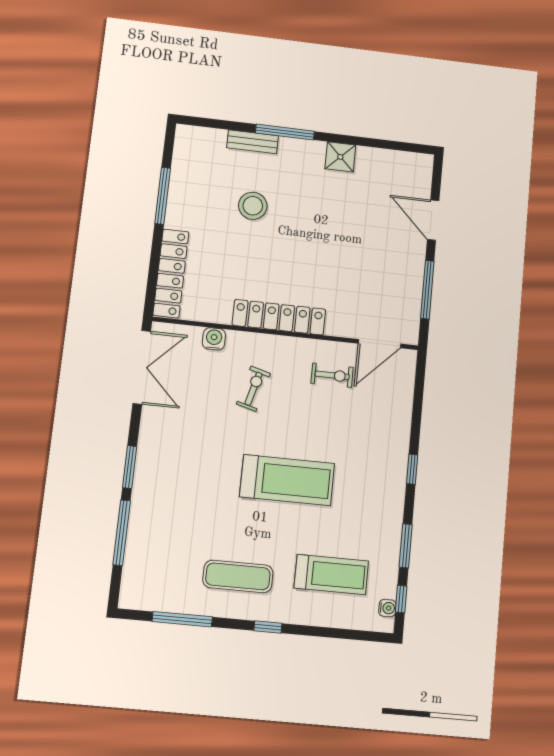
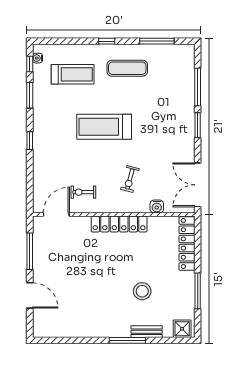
shower: (340, 157) -> (182, 329), moved
treadmill: (331, 575) -> (73, 74), turned 180

